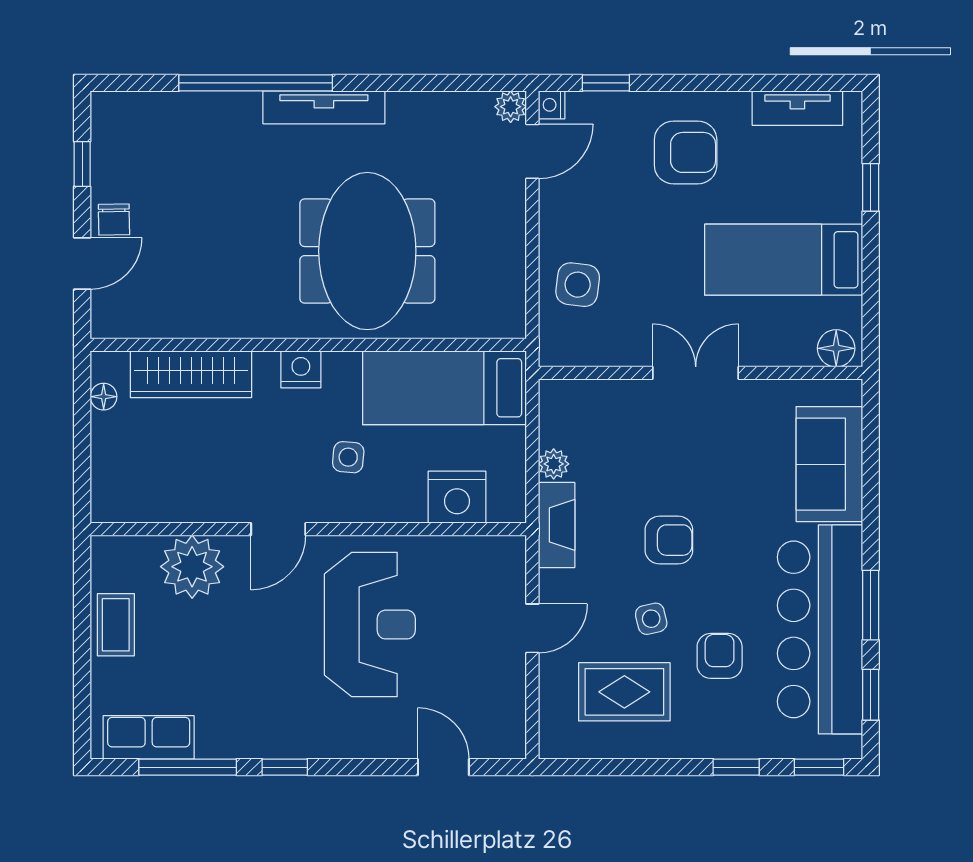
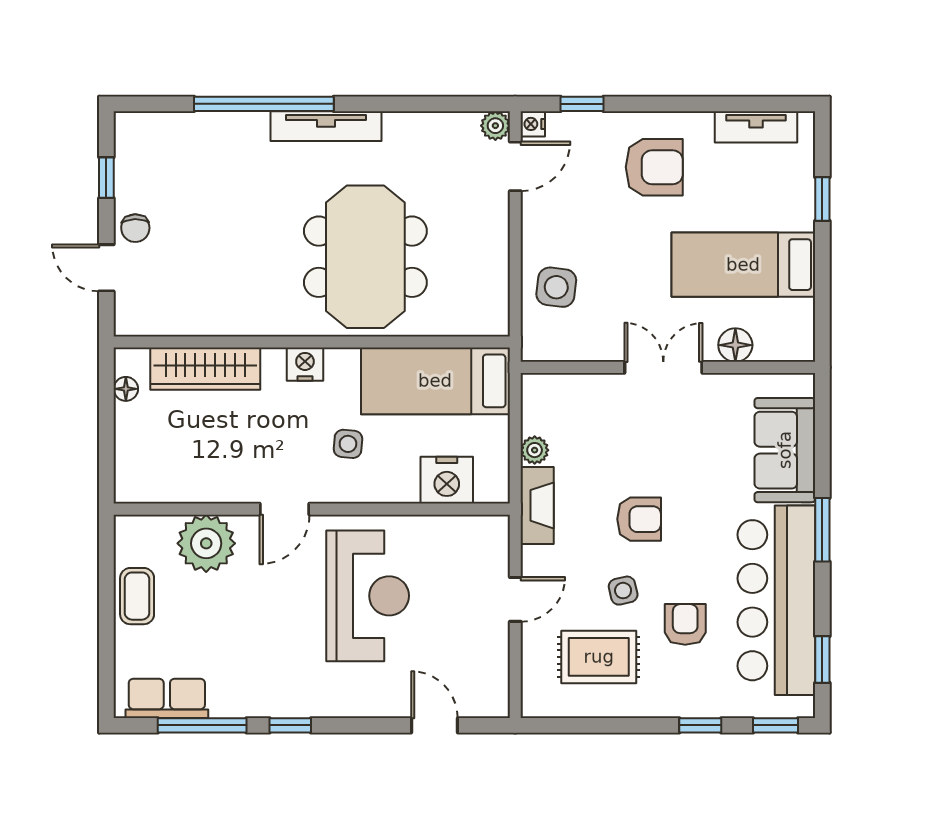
door: (82, 263) -> (106, 268), swing flipped
floor lamp: (836, 348) -> (735, 345), moved
window: (871, 605) -> (822, 530), moved

